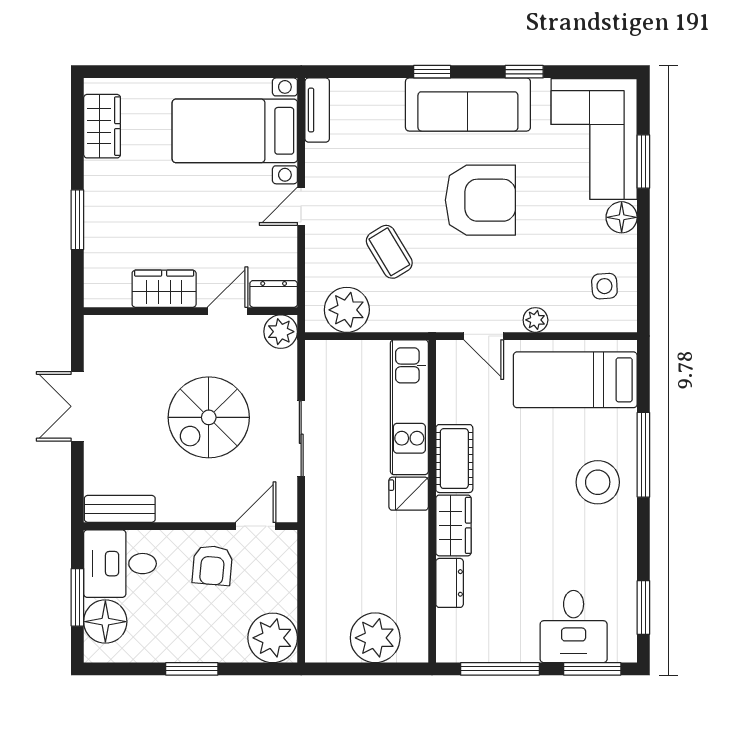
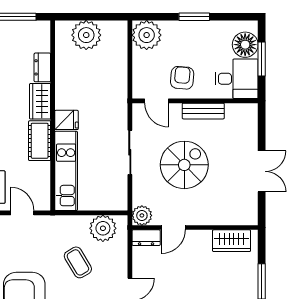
wardrobe: (164, 289) -> (232, 241), moved
bench: (120, 509) -> (203, 111), moved
door: (256, 526) -> (157, 101), hinge flipped

